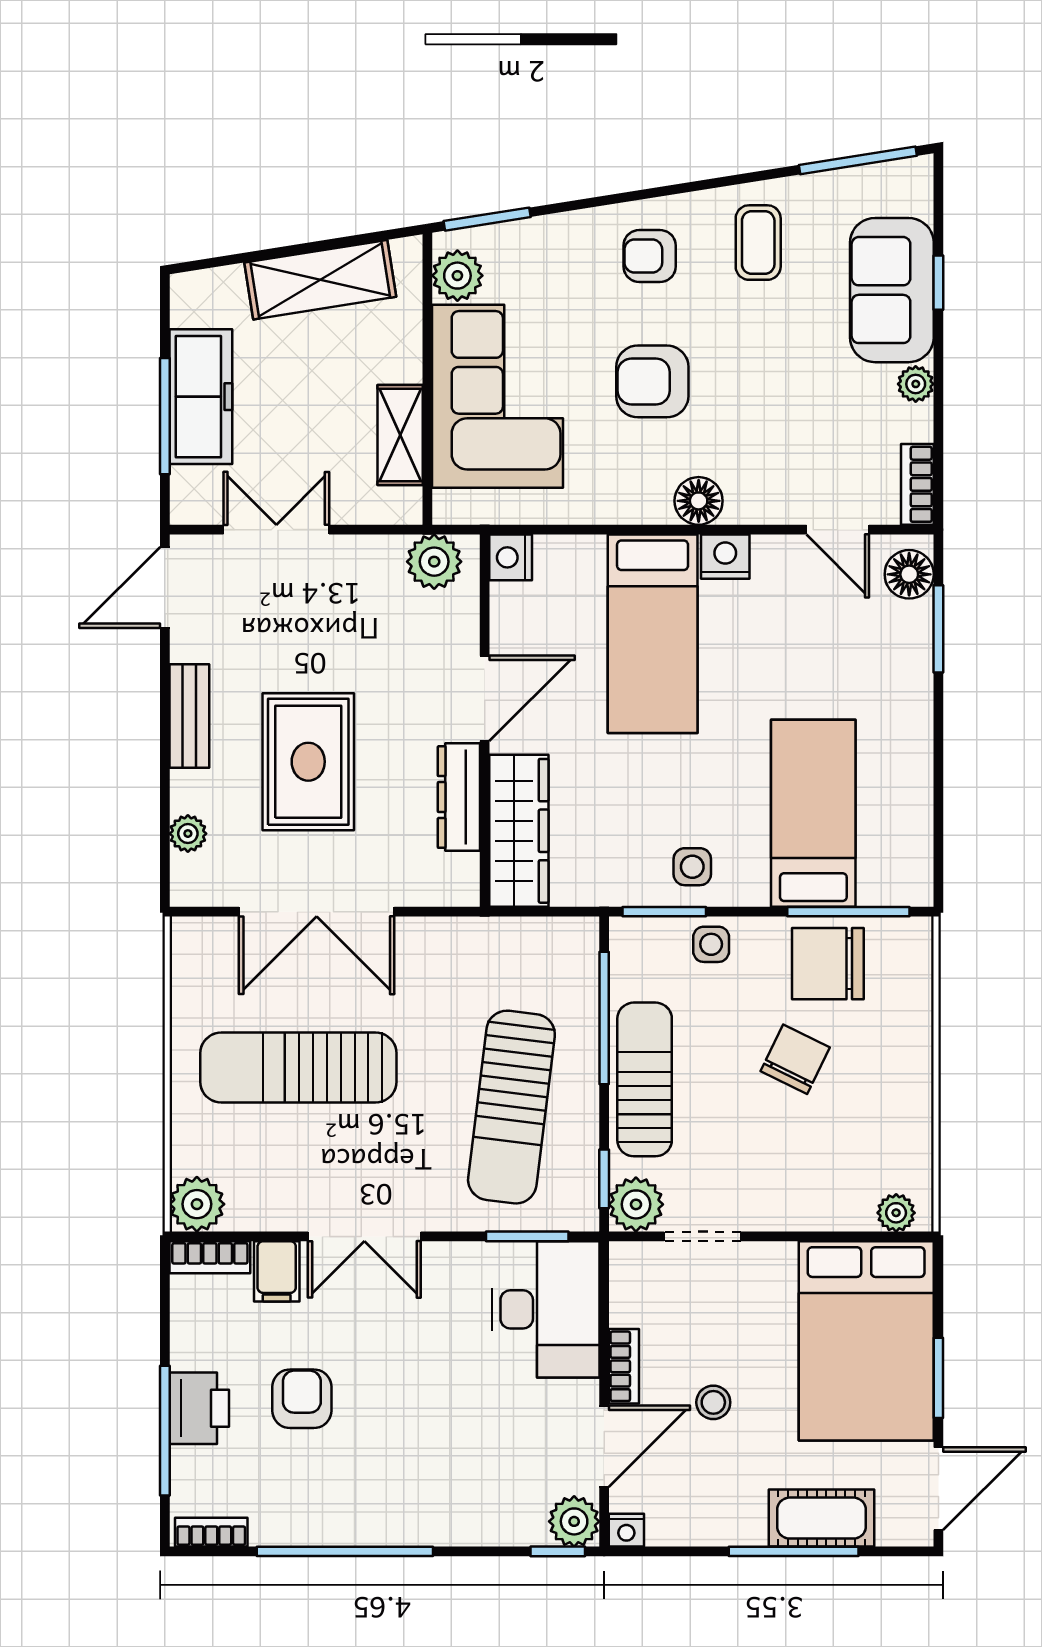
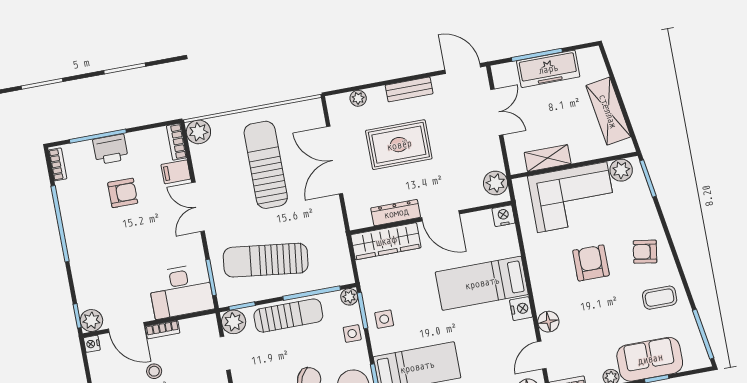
armchair: (650, 256) -> (645, 252), turned -81
floor lamp: (699, 501) -> (548, 322), moved
plant: (628, 935) -> (349, 297), added

